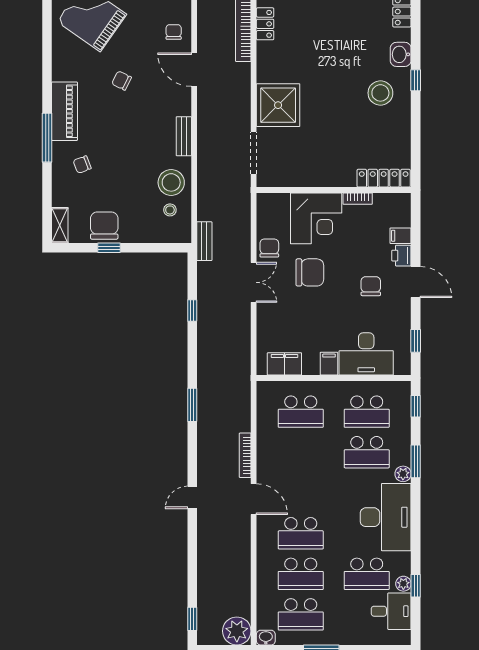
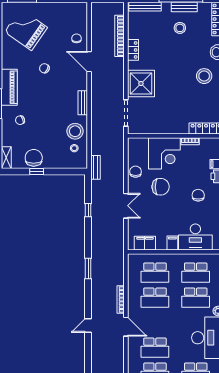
stool: (341, 15) -> (180, 28), added
locker: (265, 24) -> (133, 50), moved
double door: (254, 282) -> (126, 206), moved
school desk: (301, 452) -> (155, 298), added

